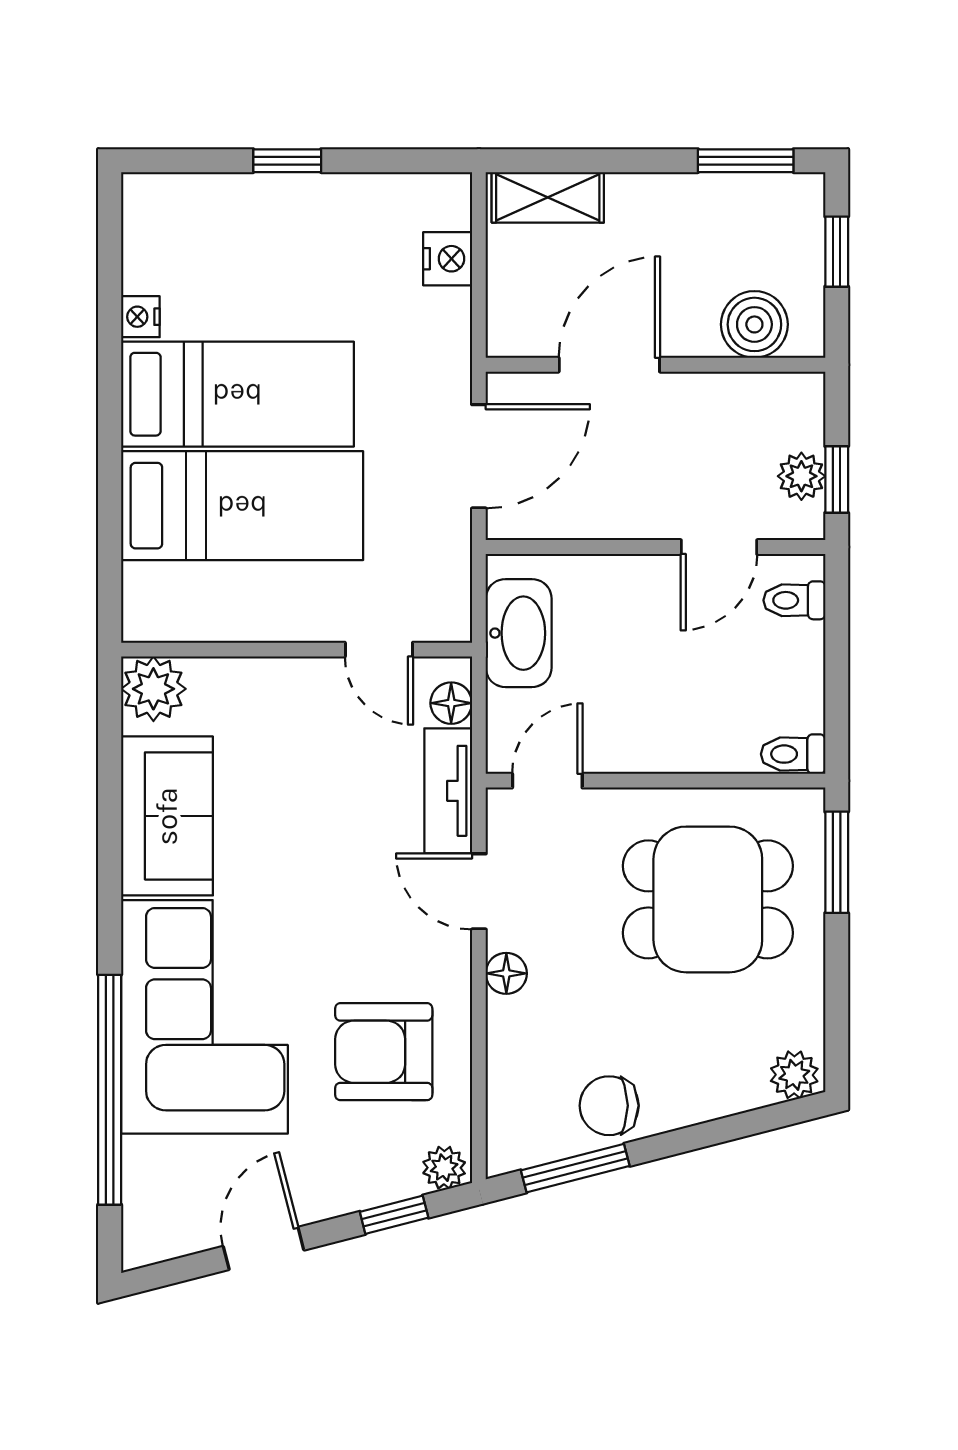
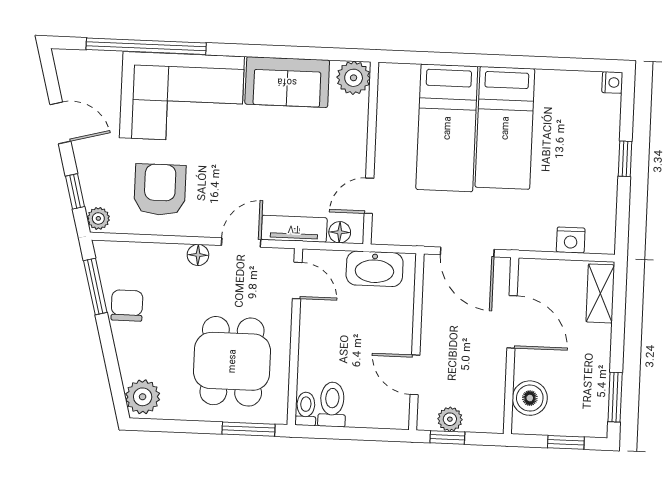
nightstand: (140, 317) -> (612, 82), moved, turned 90
toilet: (794, 600) -> (332, 404), moved, width x1.37, depth x1.39
plant: (794, 1075) -> (143, 397), width x1.38, depth x1.38

